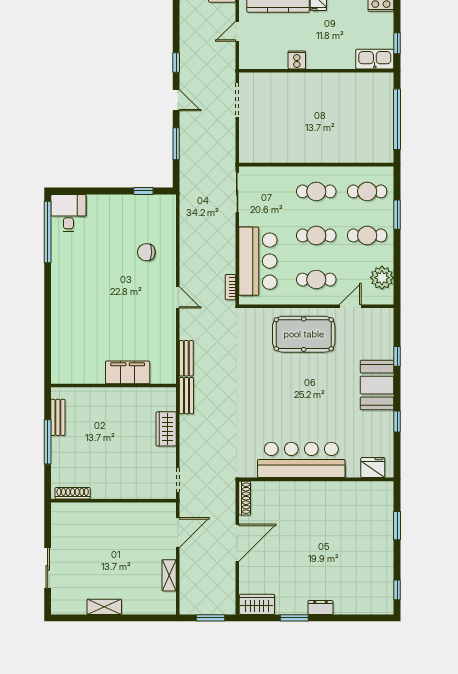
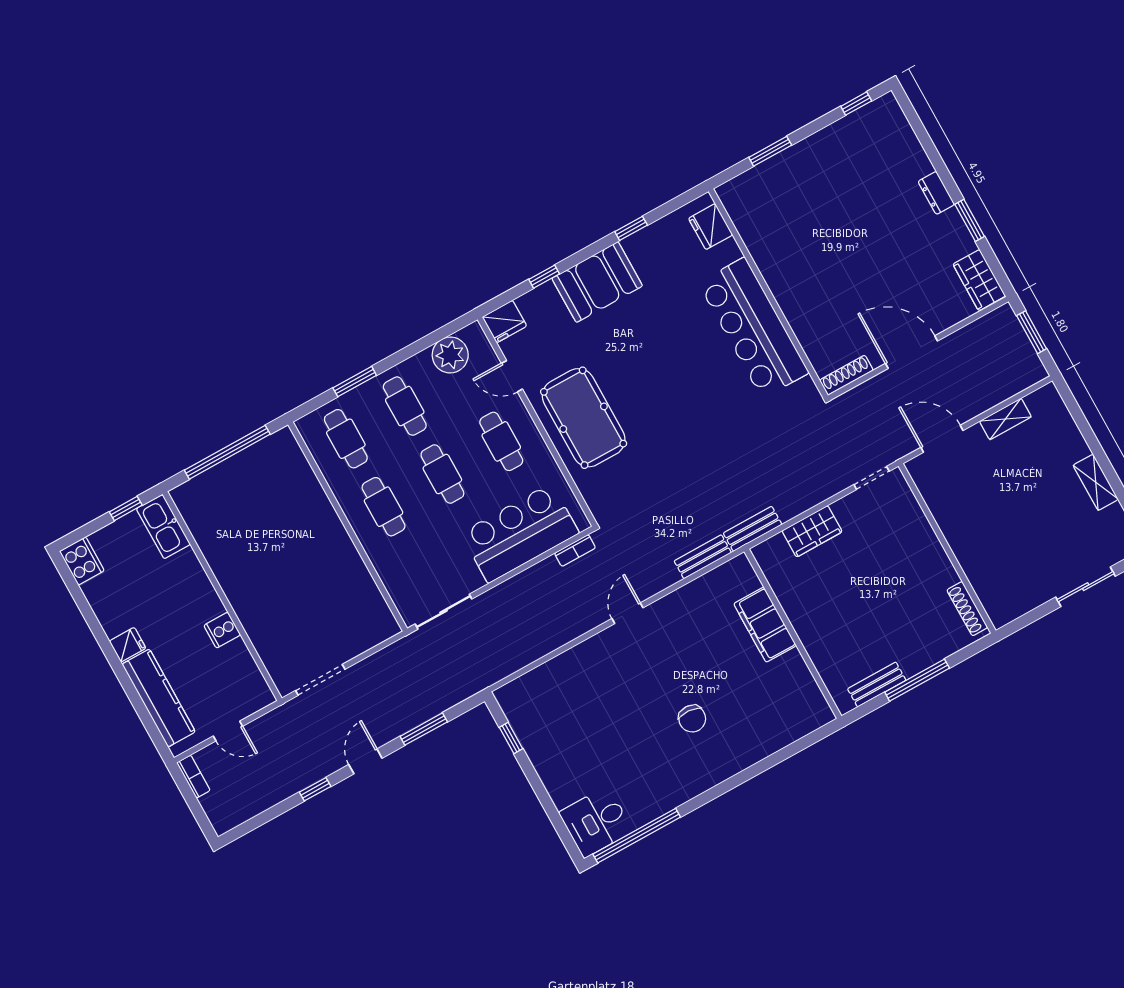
chair: (146, 252) -> (692, 719), moved
fridge: (384, 319) -> (504, 321), added

